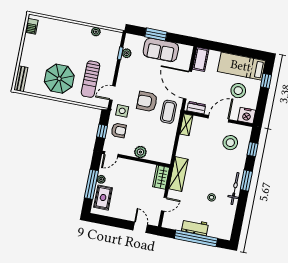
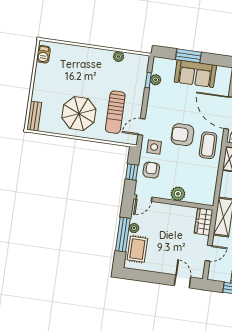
armchair: (119, 130) -> (151, 170), turned -90

